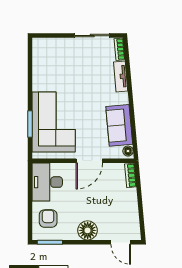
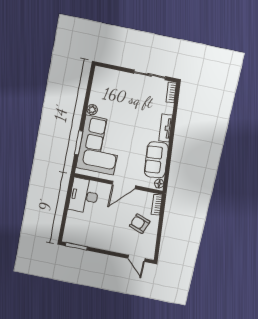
tv unit: (121, 76) -> (166, 128), moved
plant: (38, 85) -> (92, 110), added
armchair: (48, 219) -> (140, 224), moved, turned -70
floor lamp: (88, 230) -> (110, 243), removed

